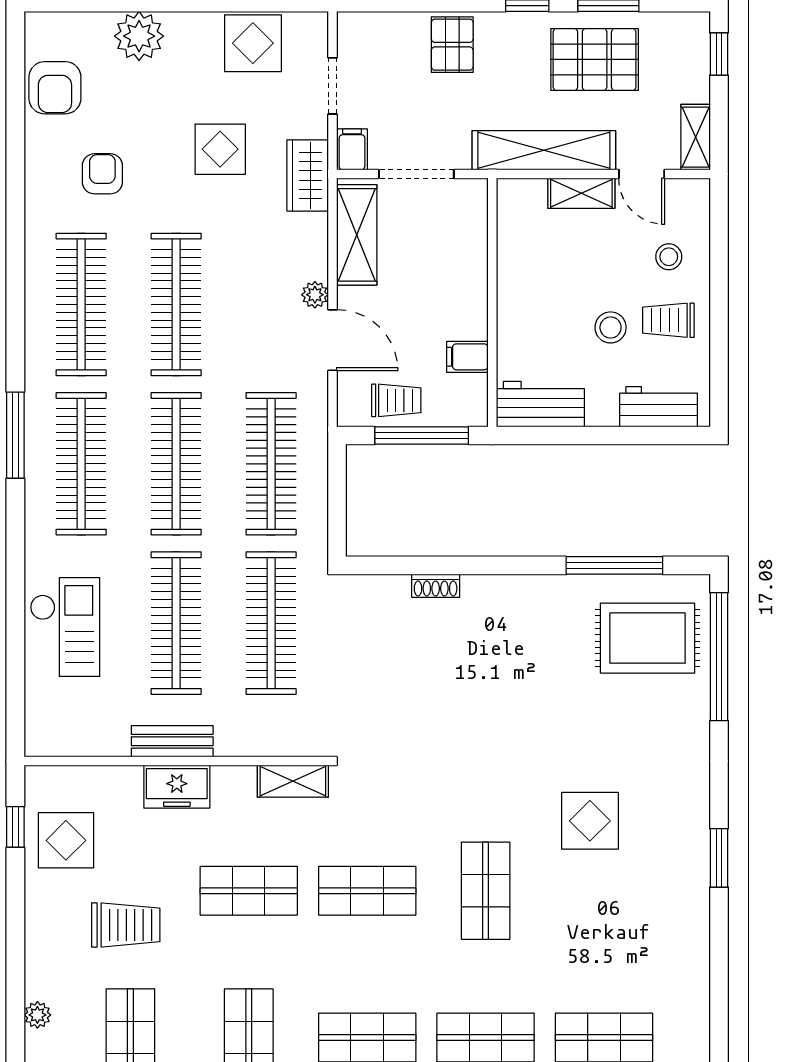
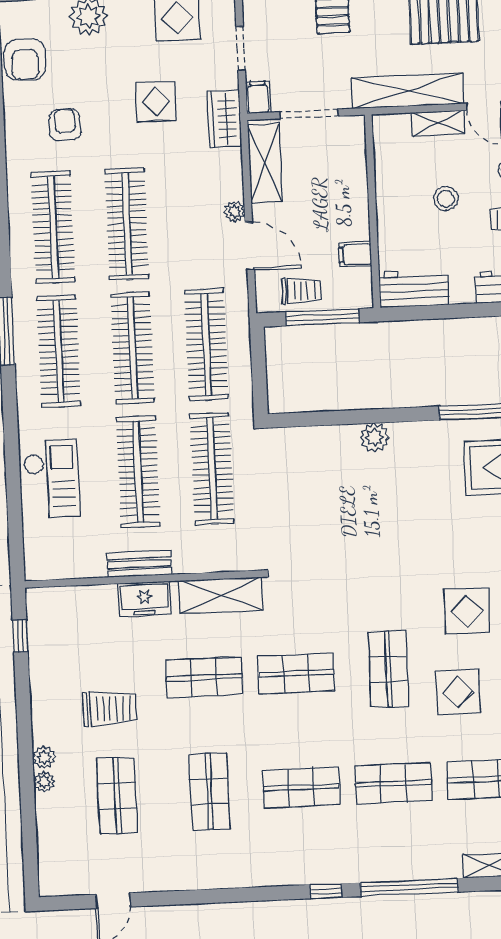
stool: (611, 327) -> (446, 199), moved
shoe rack: (436, 586) -> (339, 434), removed
plant: (481, 593) -> (374, 438), added
shelving: (293, 781) -> (221, 595), width x1.50, depth x1.33
display table: (66, 840) -> (458, 692), moved
plant: (39, 984) -> (44, 757), added

